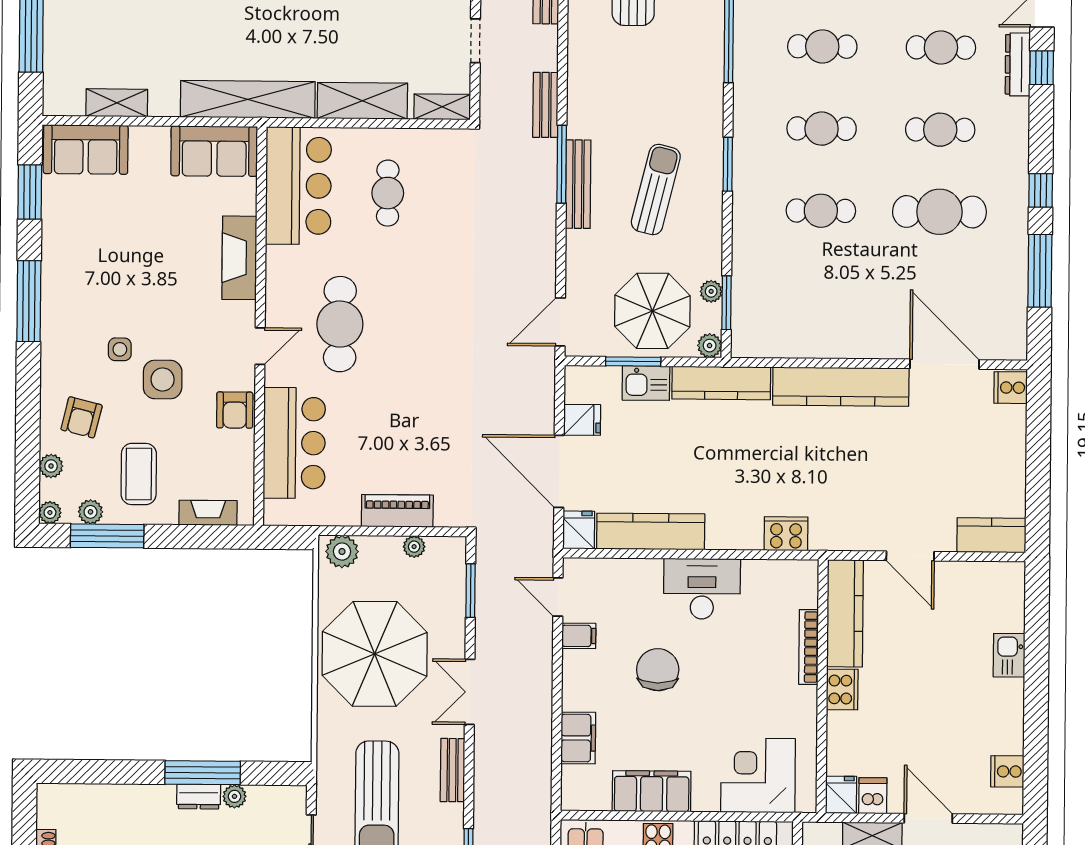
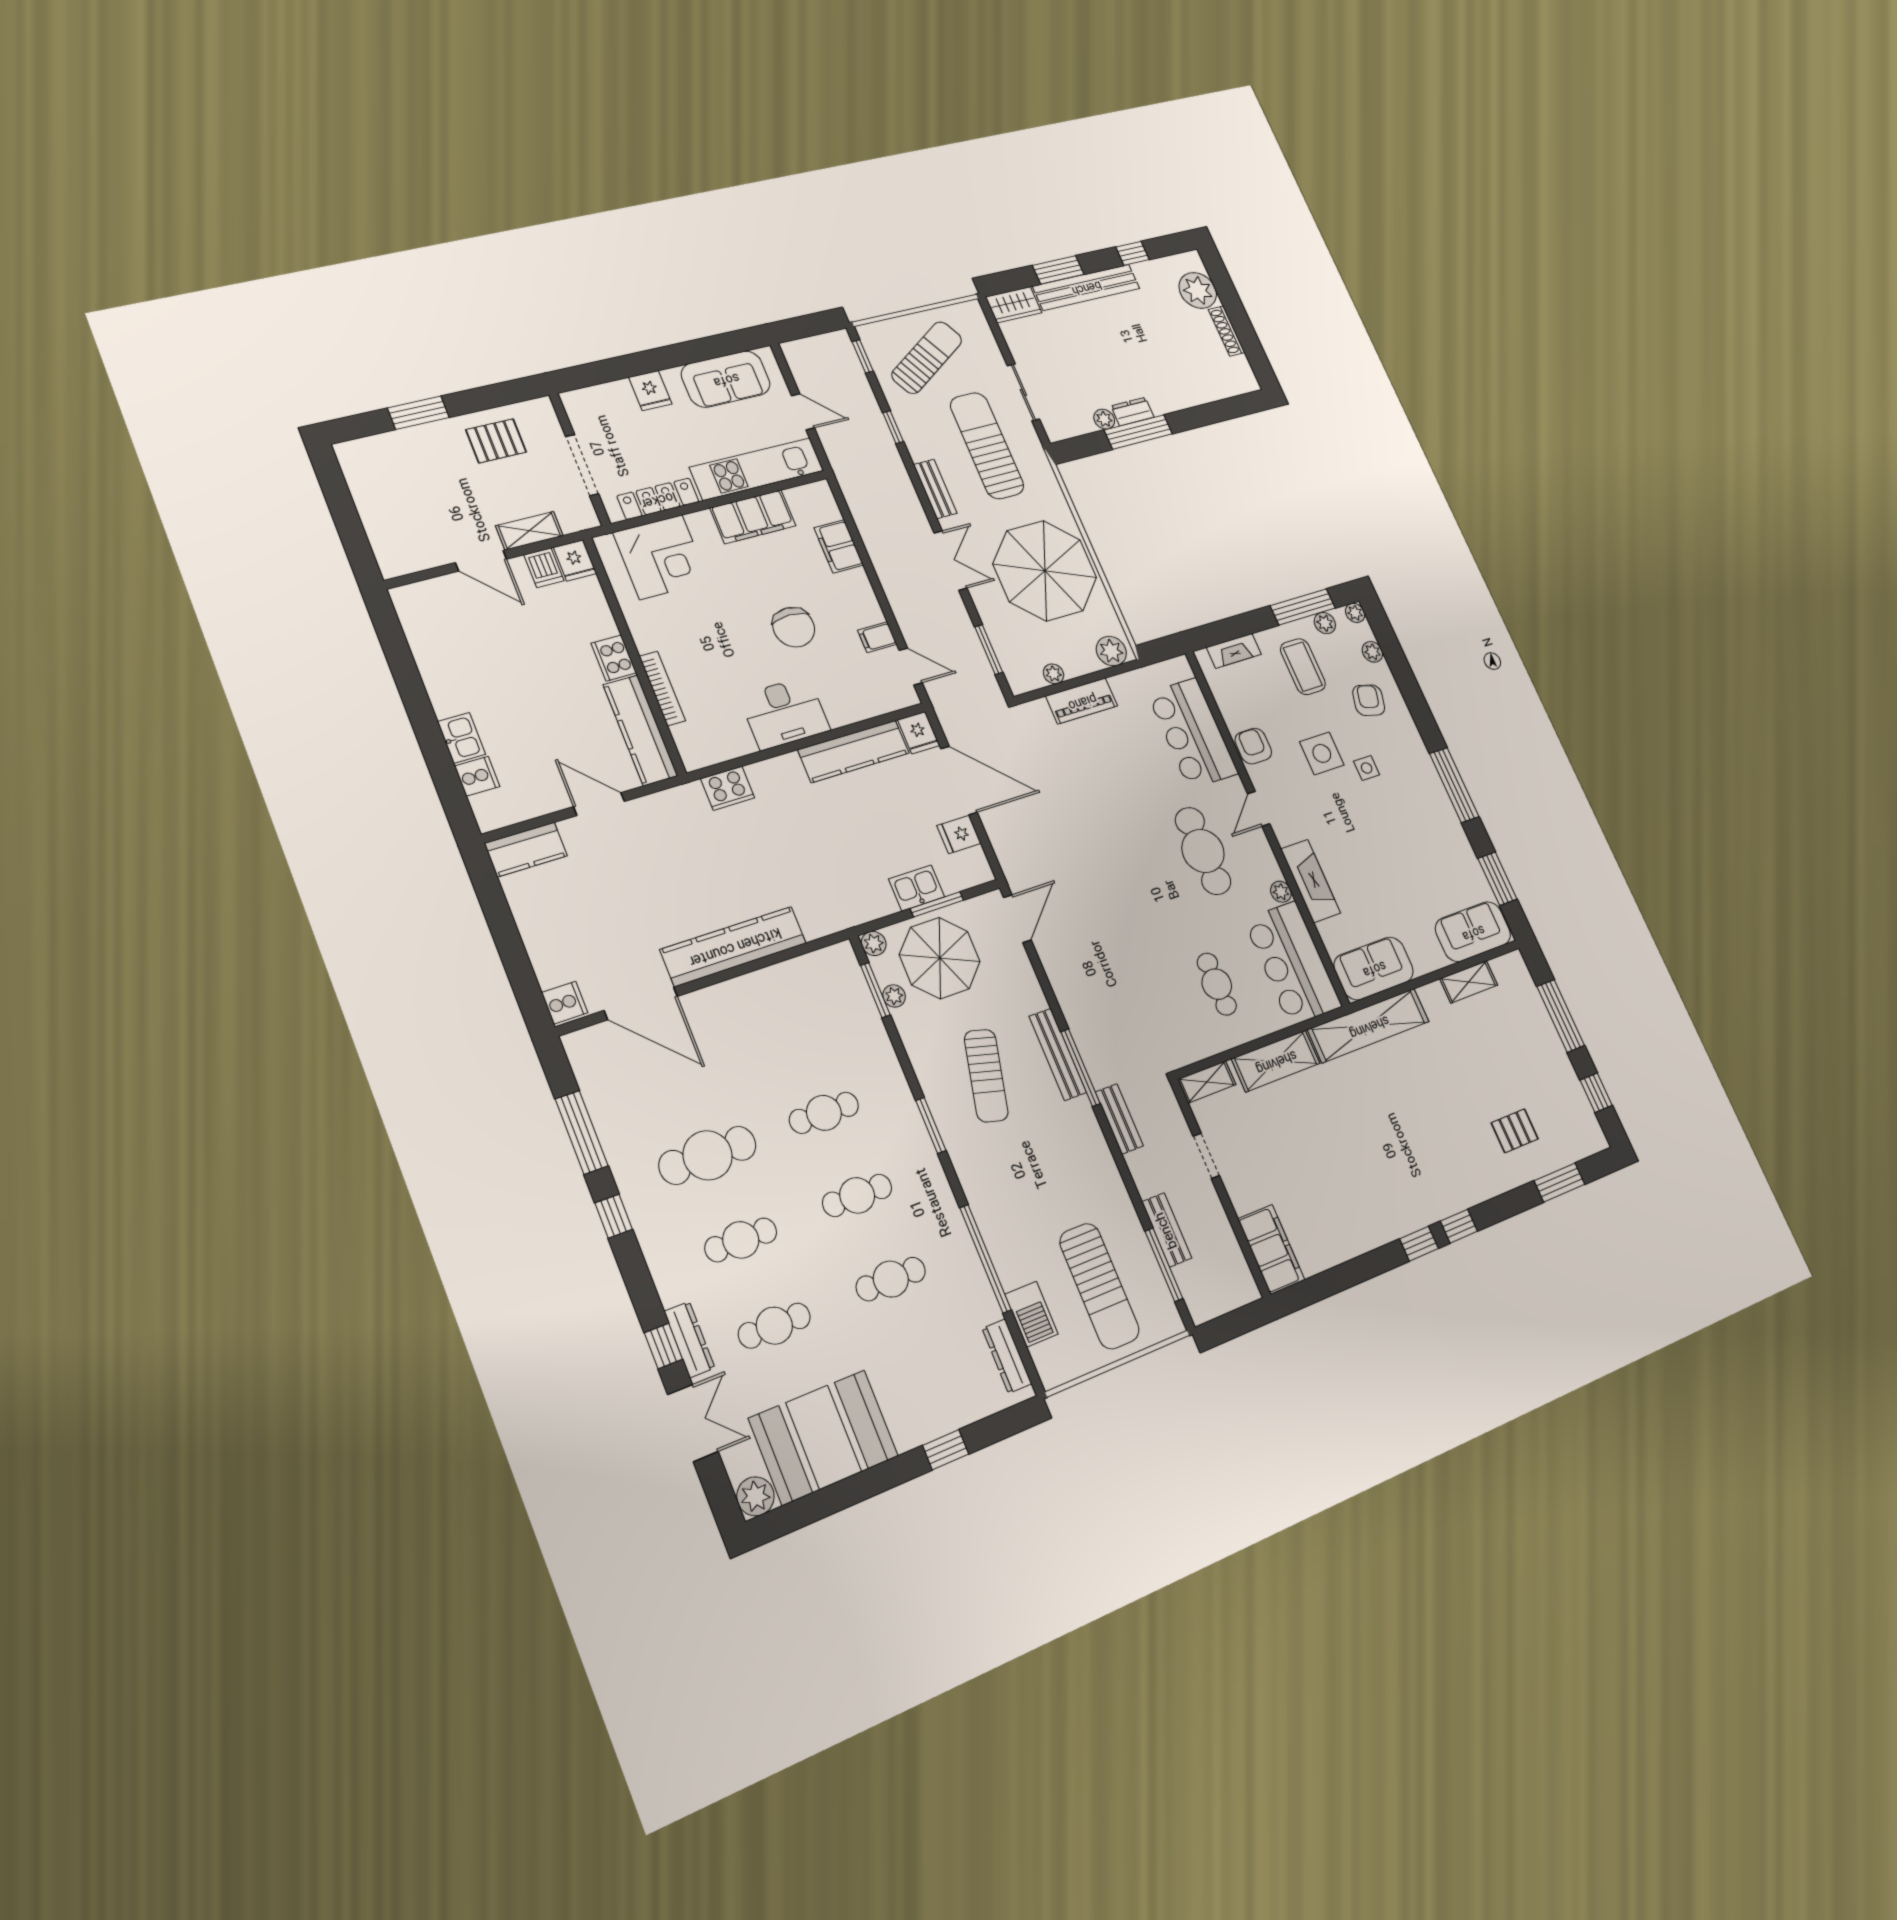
plant: (277, 258) -> (1281, 892), added
kitchen counter: (721, 383) -> (848, 911), removed
cooker: (1007, 771) -> (477, 776), moved

